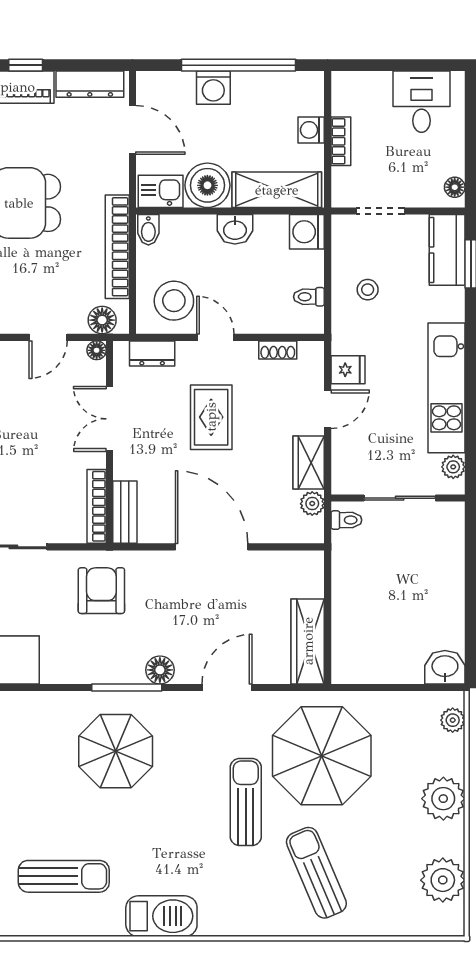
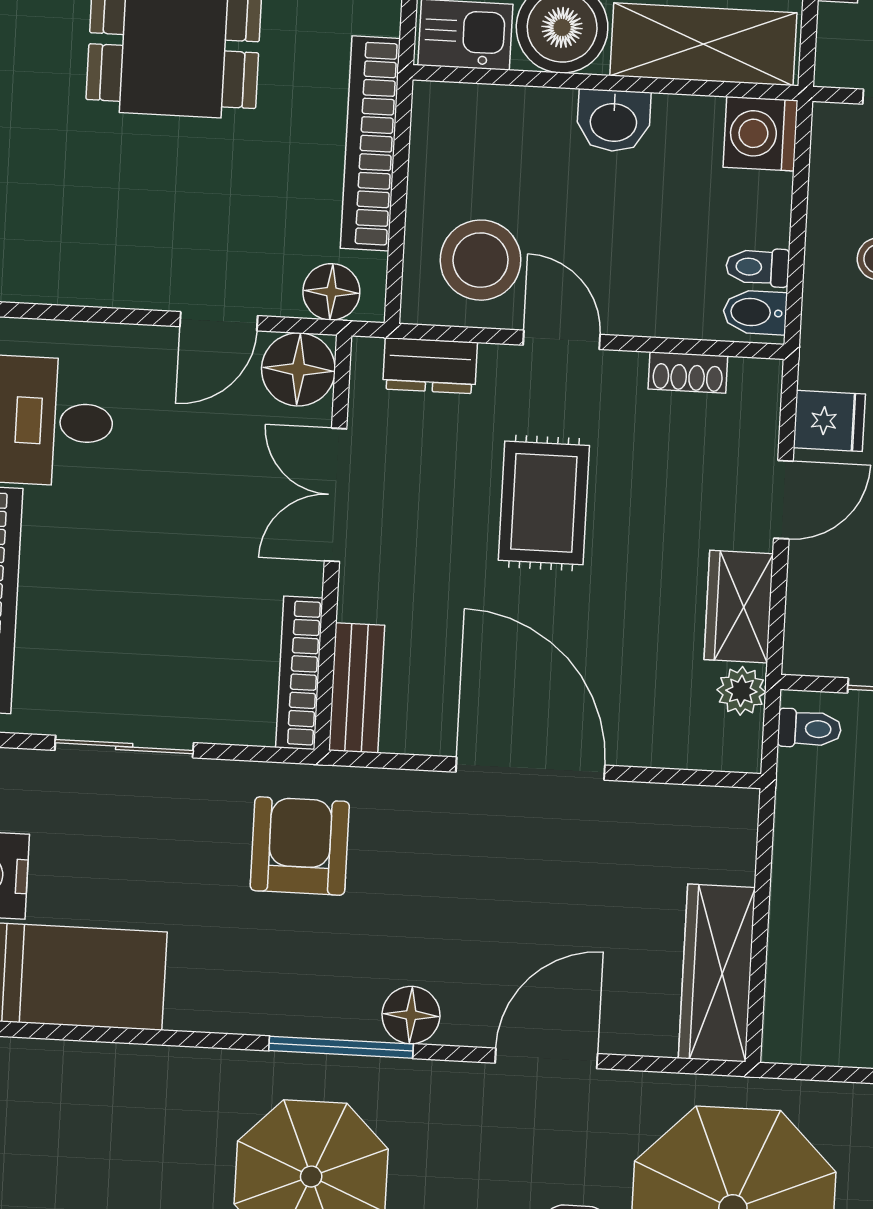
bidet: (148, 230) -> (755, 312), moved, turned 90
floor lamp: (97, 350) -> (298, 369), width x1.89, depth x1.89

